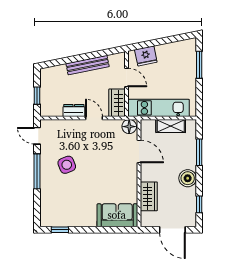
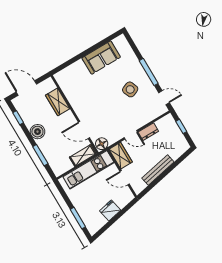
fridge: (146, 56) -> (110, 210), moved
shelving: (171, 126) -> (83, 156), moved
sofa: (117, 215) -> (101, 58), moved
window: (60, 230) -> (107, 40), removed

